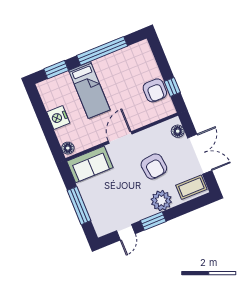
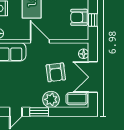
armchair: (155, 90) -> (79, 17), turned 90
door: (120, 138) -> (40, 41), hinge flipped
double door: (200, 154) -> (93, 77), swing flipped

